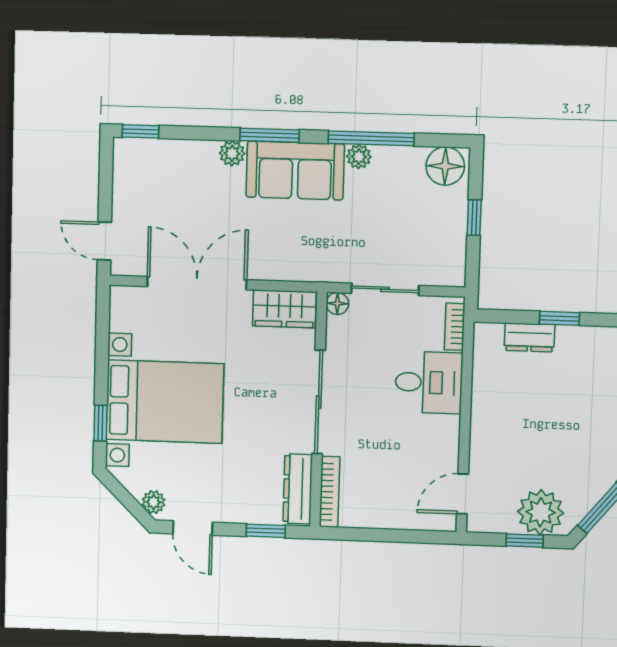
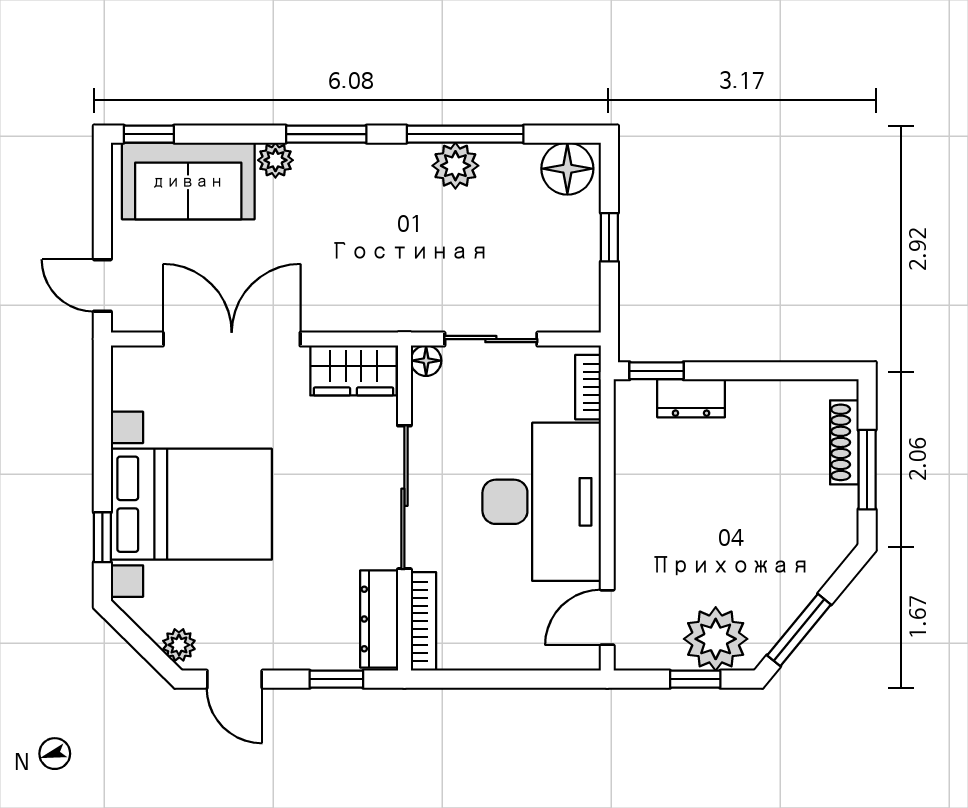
plant: (359, 157) -> (455, 166), width x1.38, depth x1.38
sofa: (295, 171) -> (188, 181), moved
window: (559, 318) -> (657, 371), moved
desk: (429, 382) -> (542, 502), width x1.87, depth x1.30

